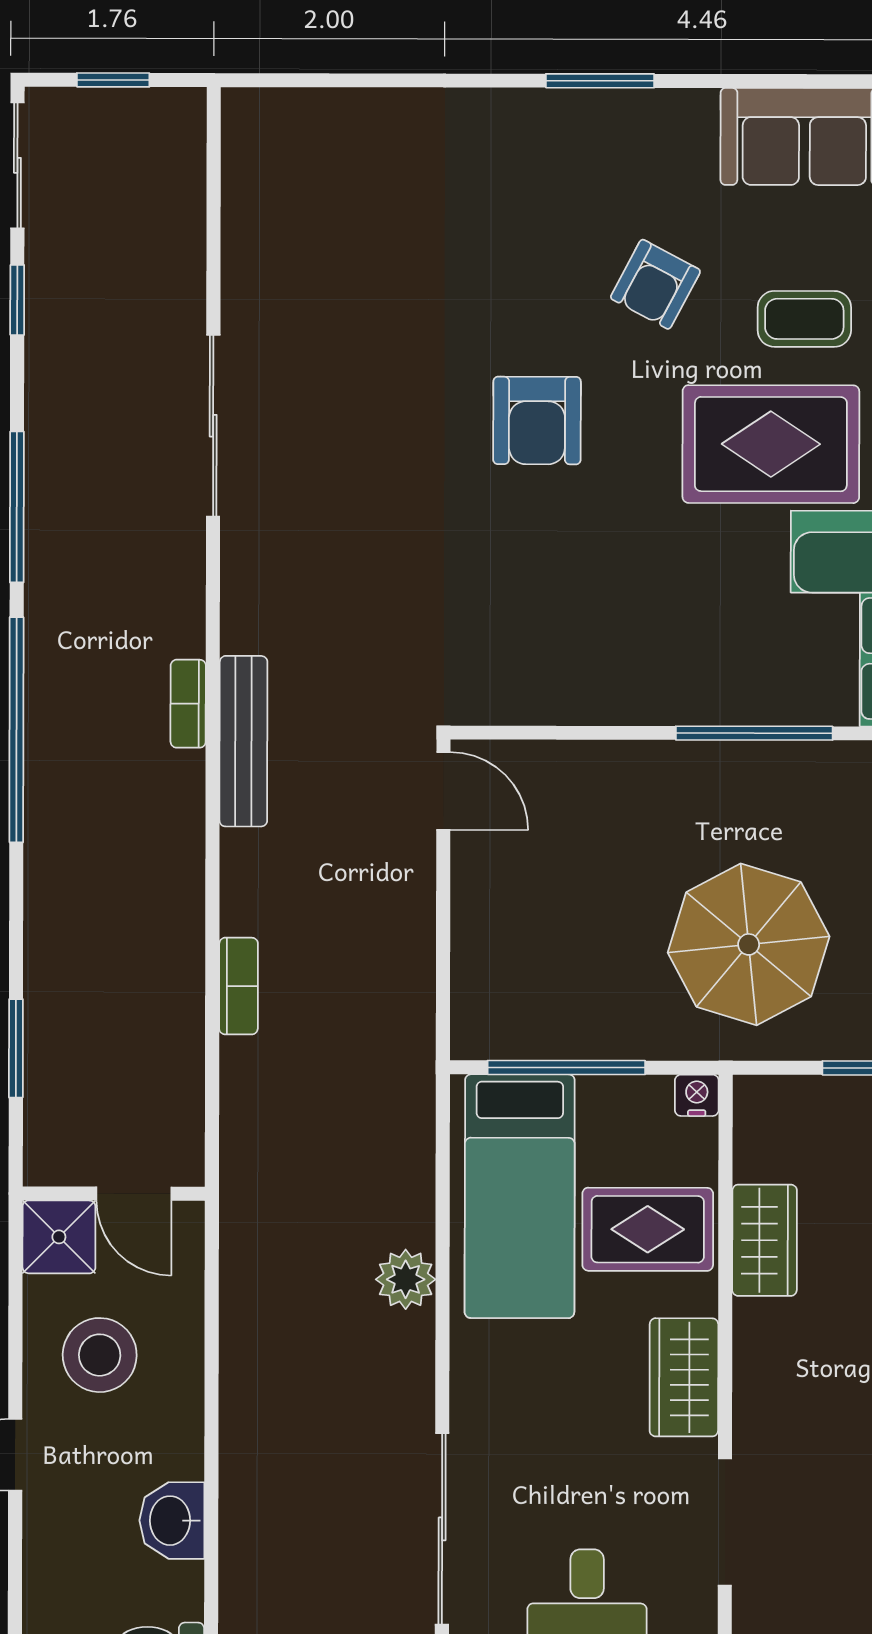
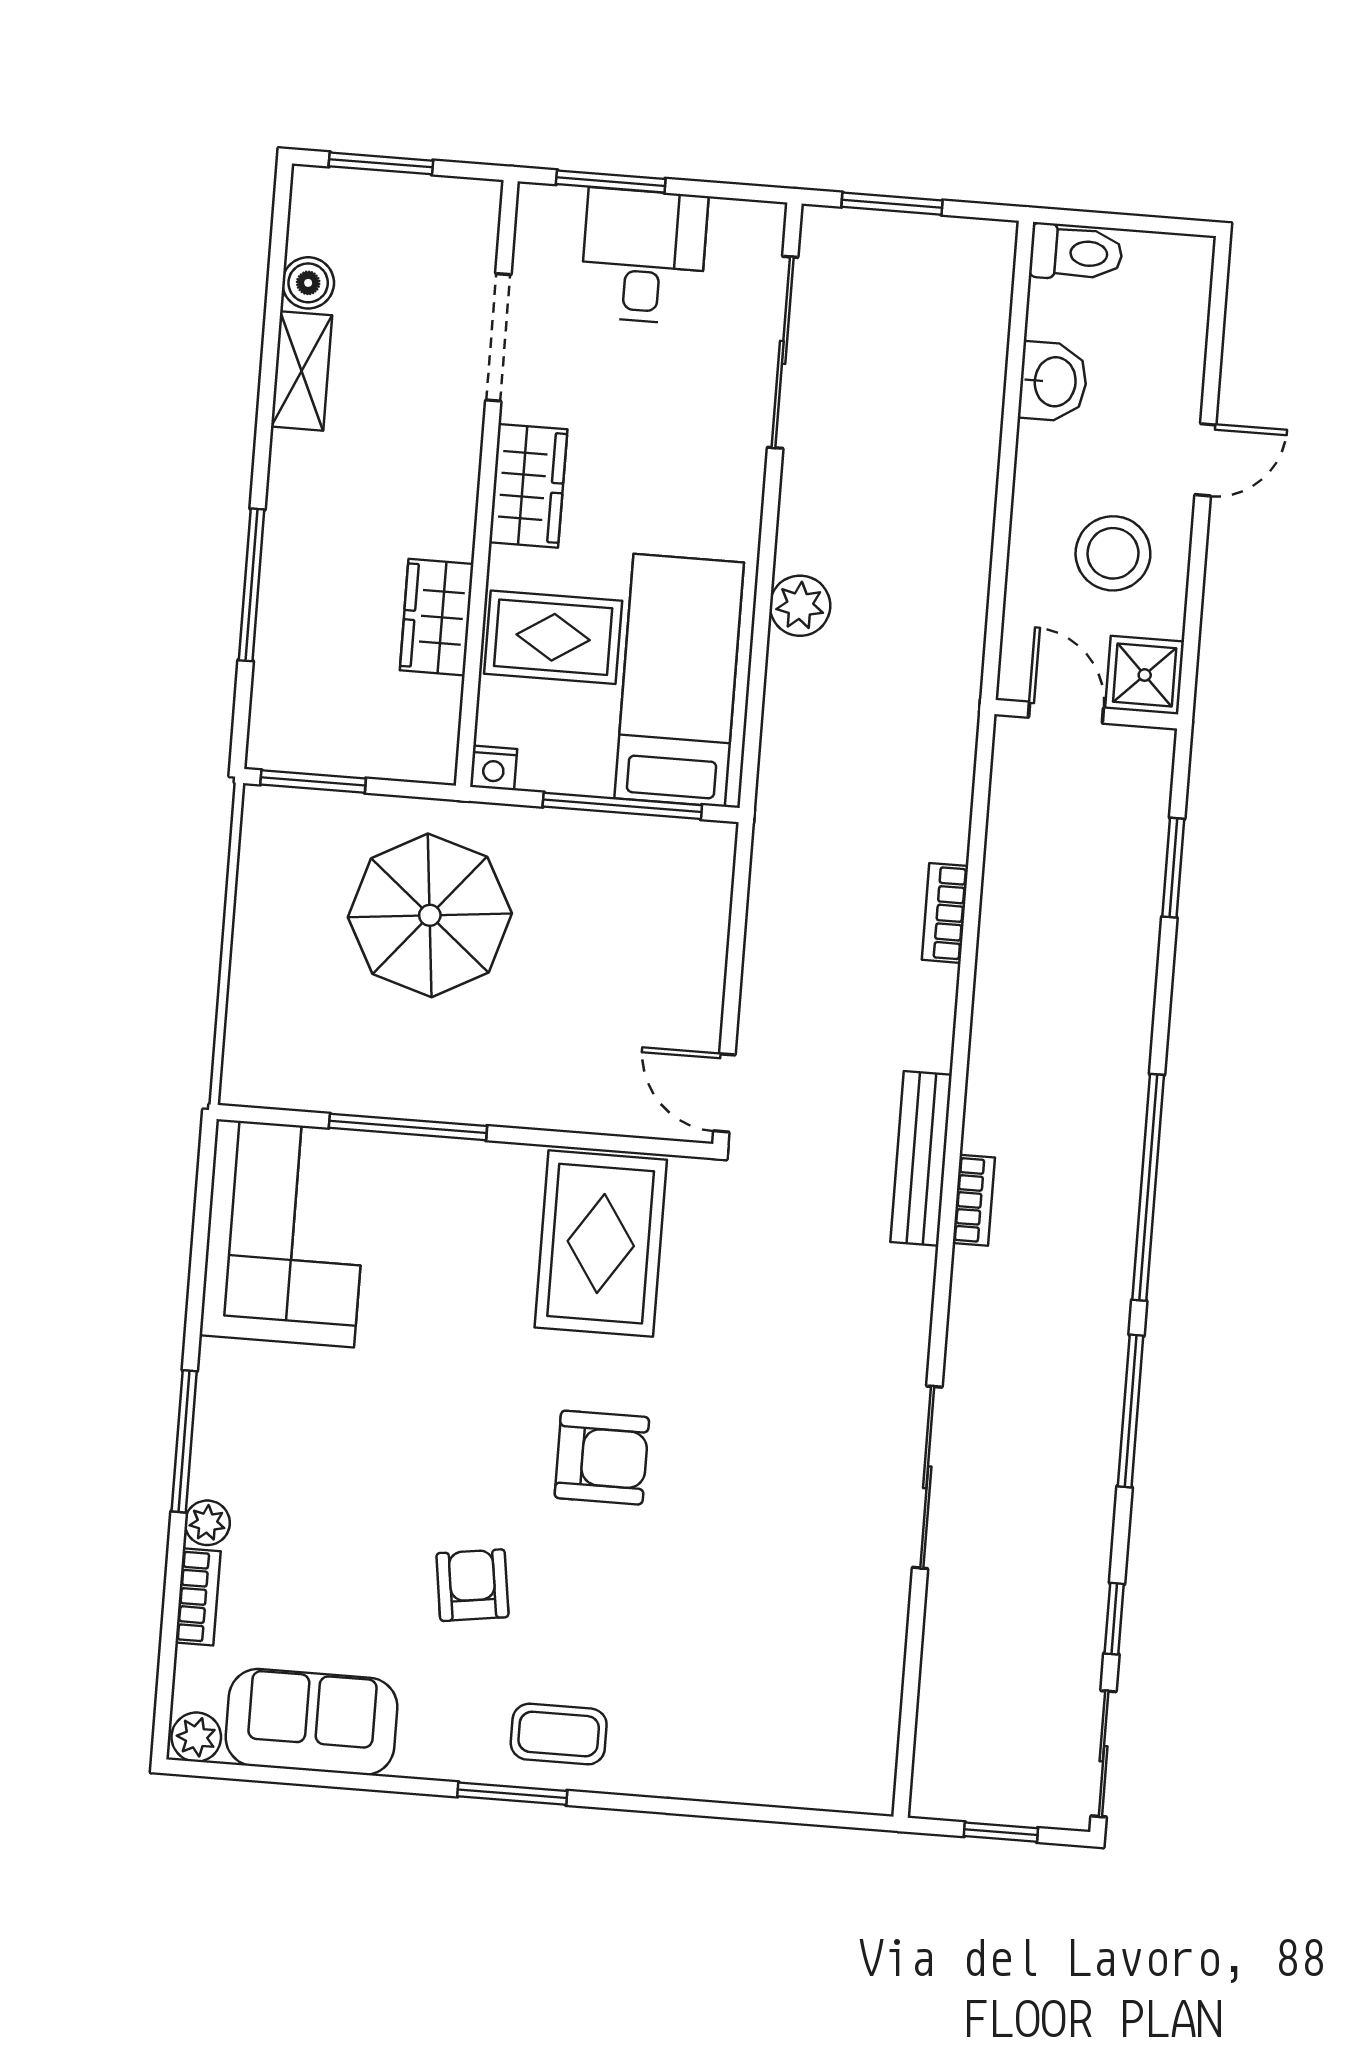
armchair: (655, 284) -> (472, 1585), turned -36
coffee table: (804, 319) -> (559, 1734), moved
armchair: (537, 421) -> (602, 1458), turned 90
rug: (771, 444) -> (601, 1244), moved, turned 90

